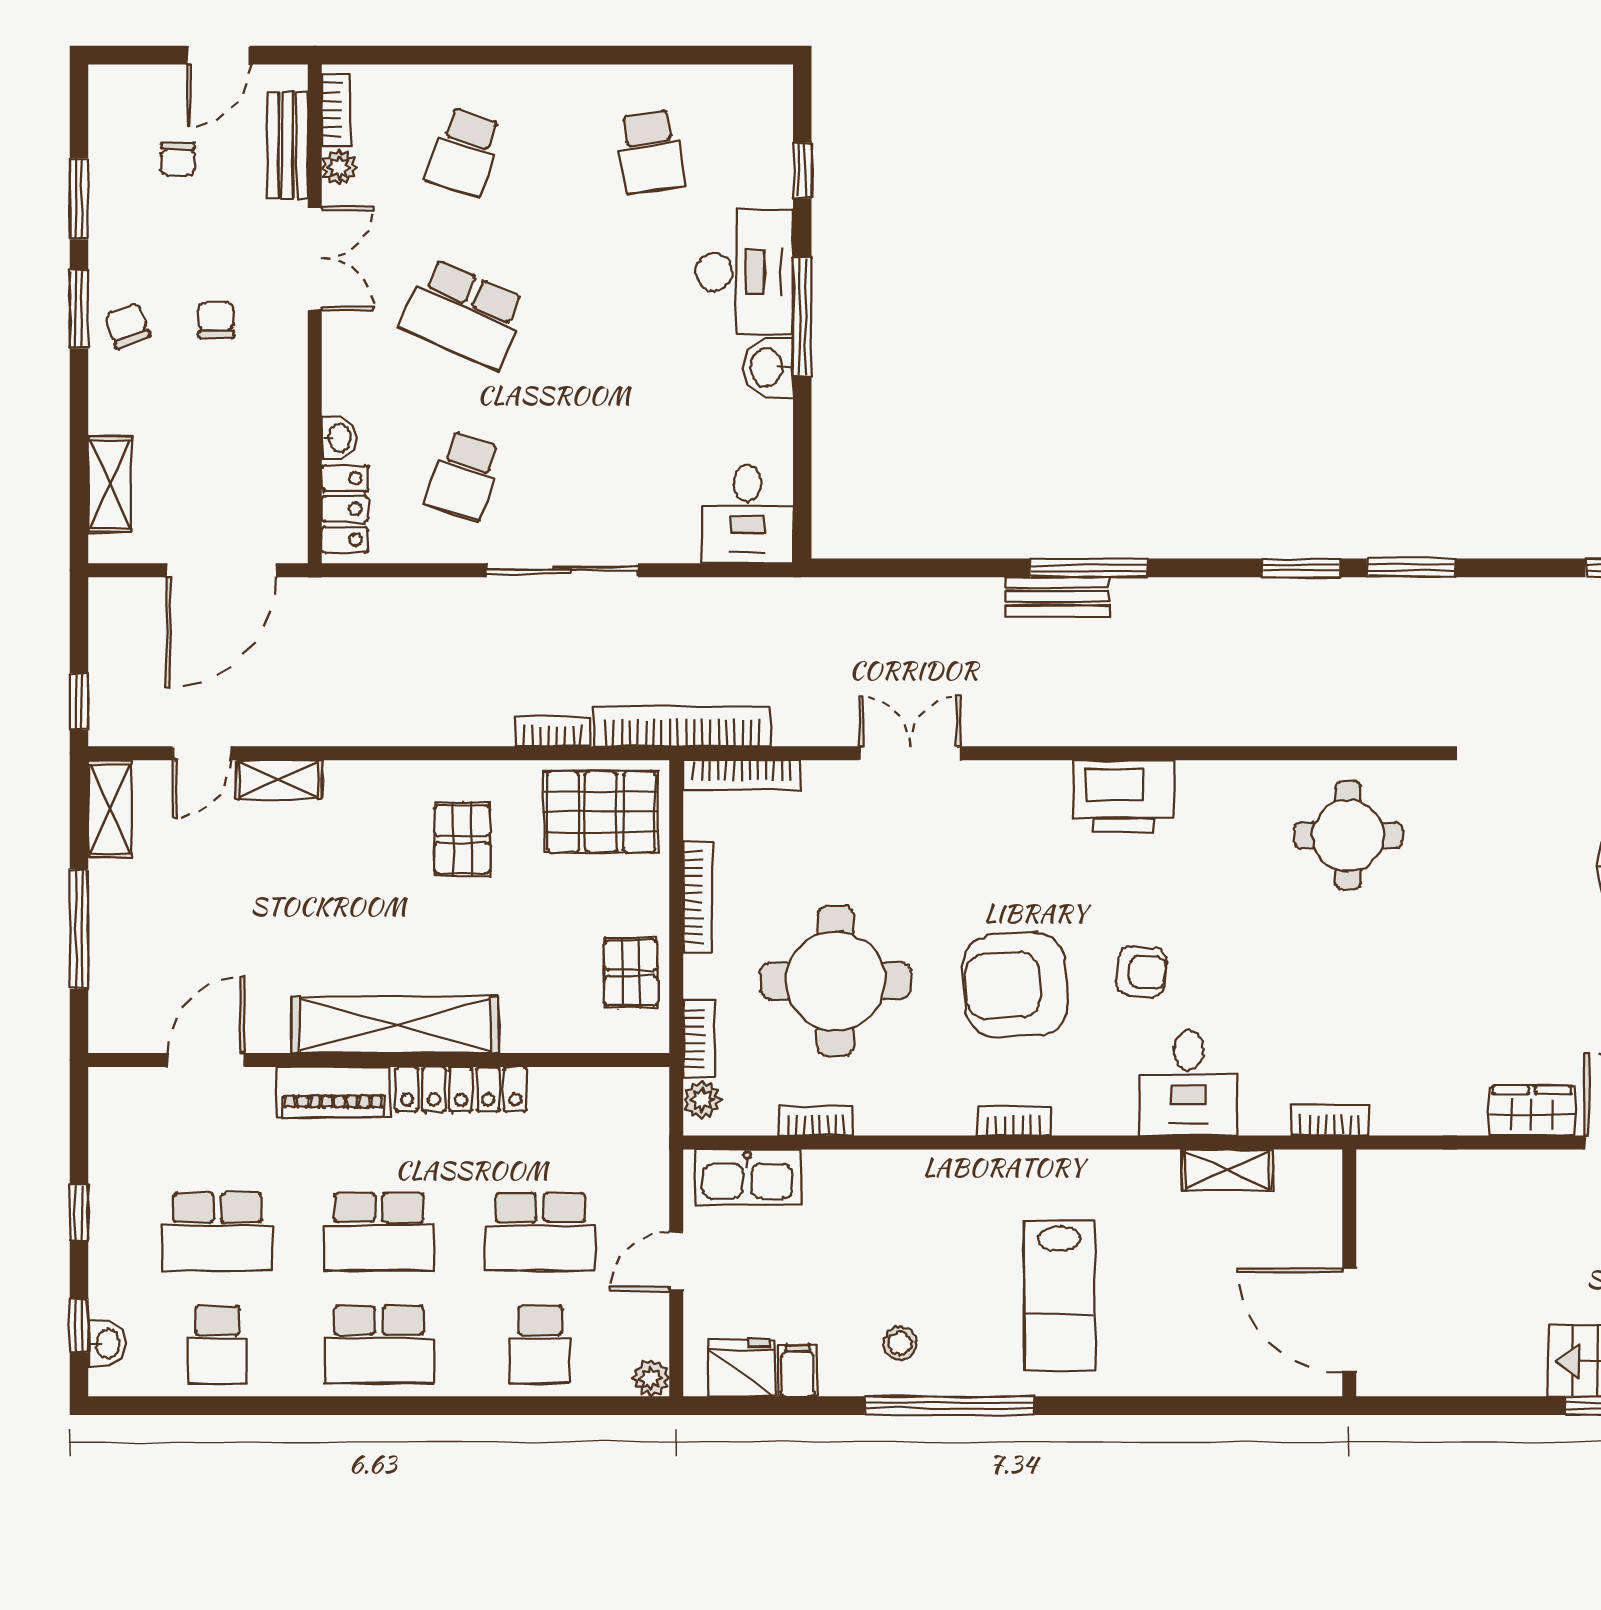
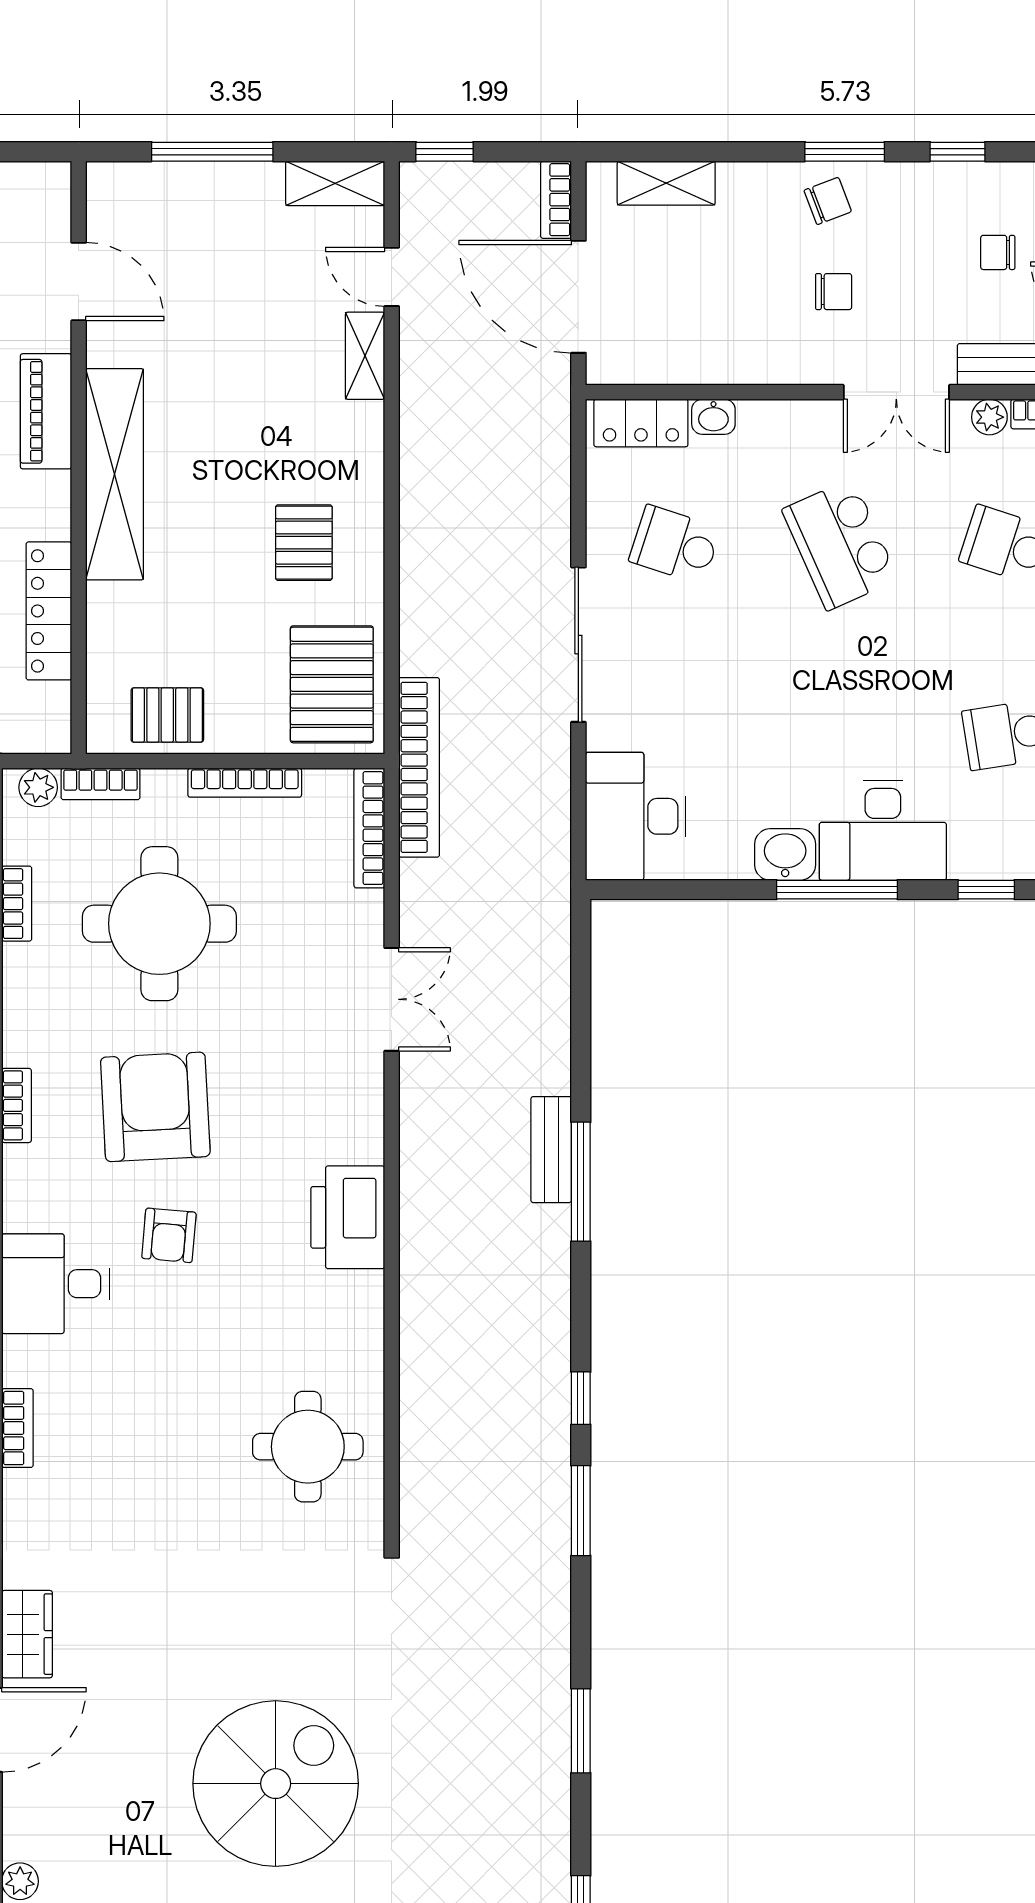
window: (79, 199) -> (957, 152), width x0.67
school desk: (464, 314) -> (840, 545), turned -48
desk: (747, 514) -> (636, 816), width x1.37
window: (1301, 568) -> (581, 1398), width x0.67
bookcase: (553, 731) -> (556, 200), moved, turned 180
pallet: (462, 839) -> (304, 543), turned 90
locker: (461, 1089) -> (49, 611), moved

